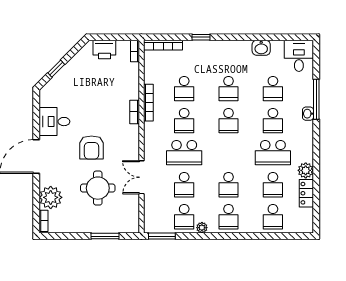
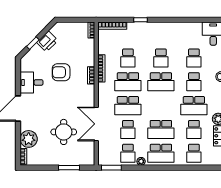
washbasin: (261, 48) -> (185, 28), removed
printer: (104, 49) -> (47, 41), moved, turned -45
school desk: (184, 121) -> (128, 82), width x1.85
school desk: (229, 121) -> (161, 82), width x1.85
armchair: (92, 147) -> (61, 72), moved, turned 90
double door: (141, 177) -> (96, 124), width x1.37
school desk: (229, 185) -> (161, 129), width x1.85
school desk: (229, 217) -> (161, 153), width x1.85

